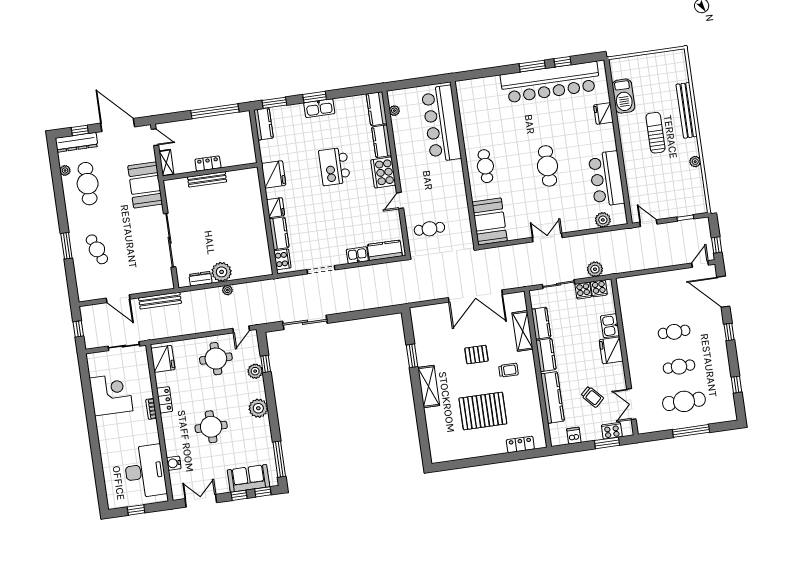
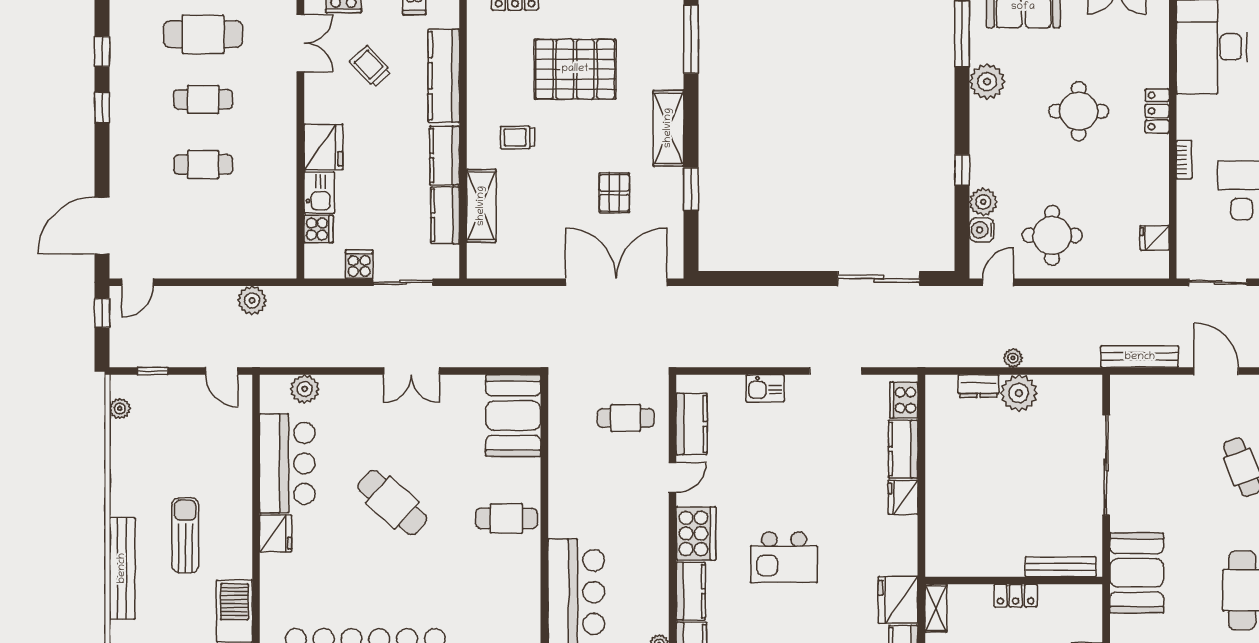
fridge: (604, 114) -> (276, 533), moved
sun lounger: (655, 133) -> (185, 535), turned 180
plant: (695, 162) -> (120, 408), moved
shelving: (166, 163) -> (936, 608), moved
kitchen island: (334, 166) -> (784, 557), turned 90
cafe table: (485, 166) -> (506, 518), turned 90
cafe table: (547, 166) -> (392, 503), turned -48
fridge: (274, 174) -> (898, 600), moved
bench: (207, 179) -> (1061, 567), moved
kitchen counter: (385, 250) -> (692, 424), moved, turned -90
plant: (595, 269) -> (252, 300), moved
dresser: (200, 279) -> (978, 386), moved
cooker: (599, 288) -> (319, 229), moved, turned 90
door: (723, 292) -> (102, 226), swing flipped
double door: (475, 296) -> (616, 282), moved
window: (729, 332) -> (102, 107), moved
pallet: (476, 355) -> (614, 193), moved, turned 90
fridge: (163, 359) -> (1154, 238), width x0.53, depth x0.75
window: (266, 364) -> (962, 170), moved
locker: (165, 400) -> (1157, 111), moved
plant: (258, 408) -> (987, 82), moved
window: (423, 436) -> (691, 39), added
water cooler: (174, 463) -> (982, 230), moved, turned 180

